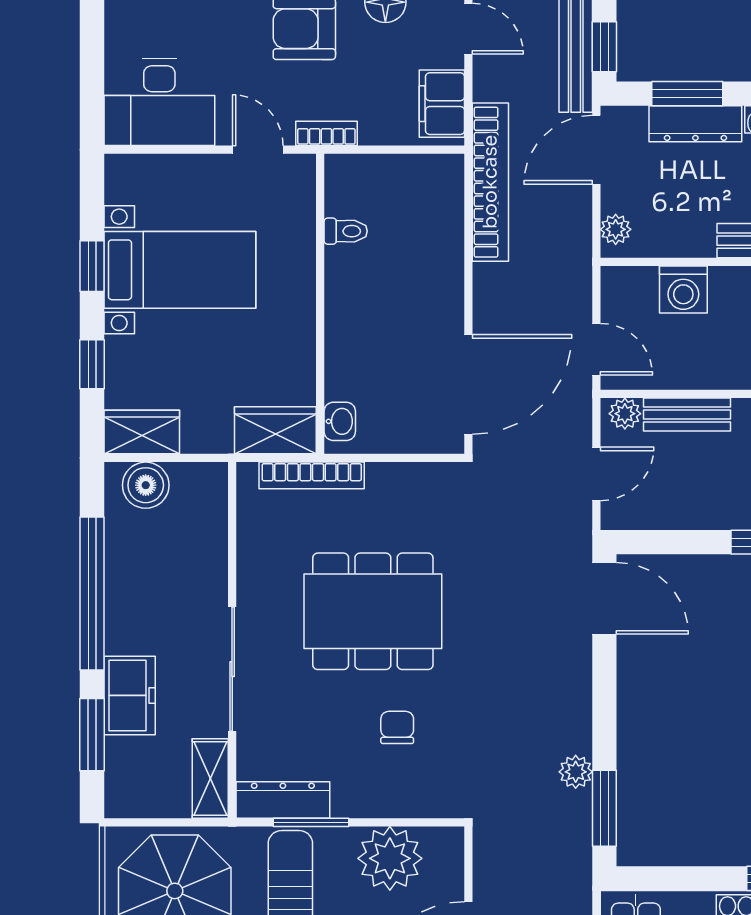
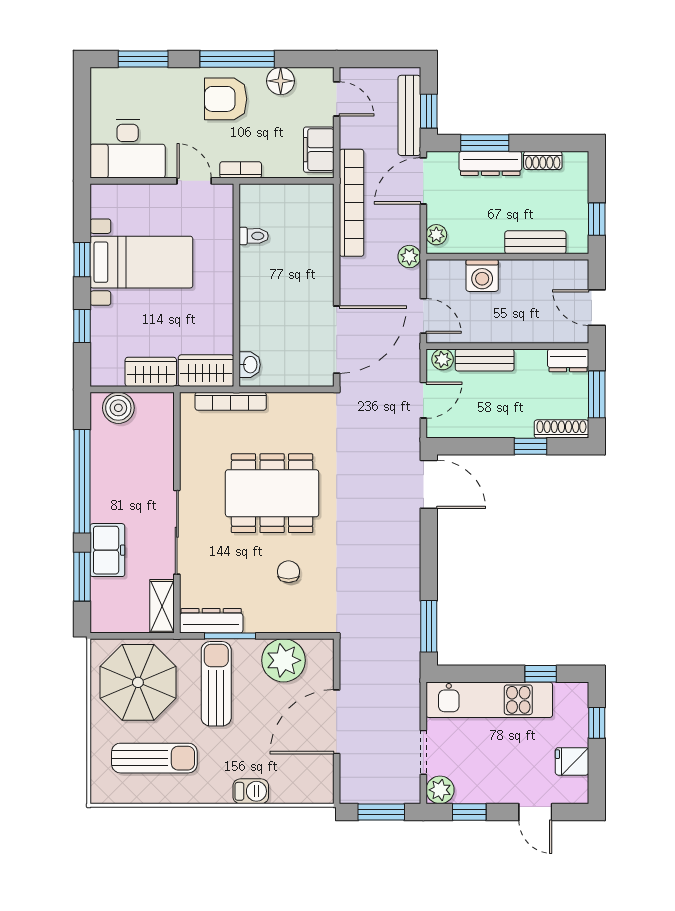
wardrobe: (142, 432) -> (151, 372), moved
plant: (576, 772) -> (409, 257), moved

